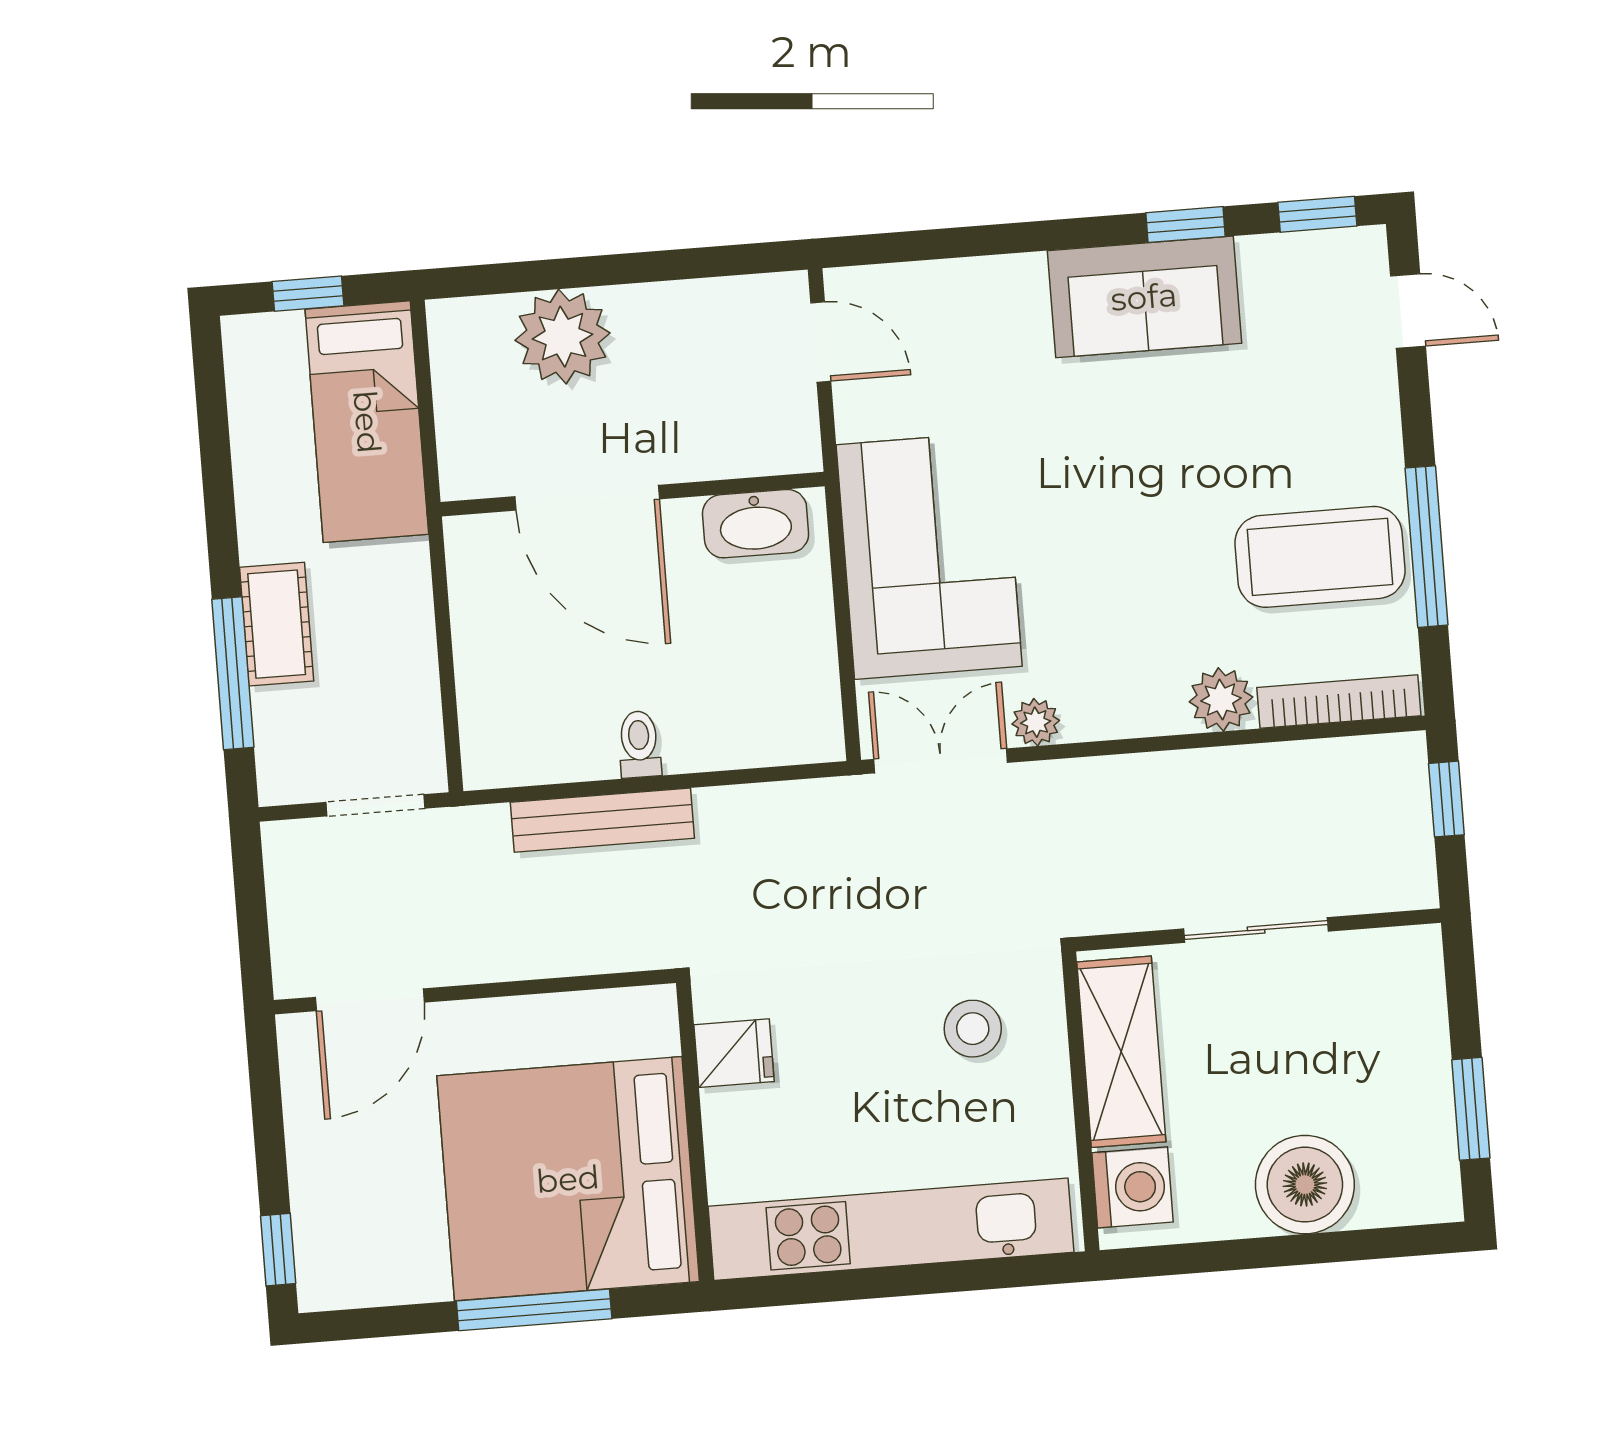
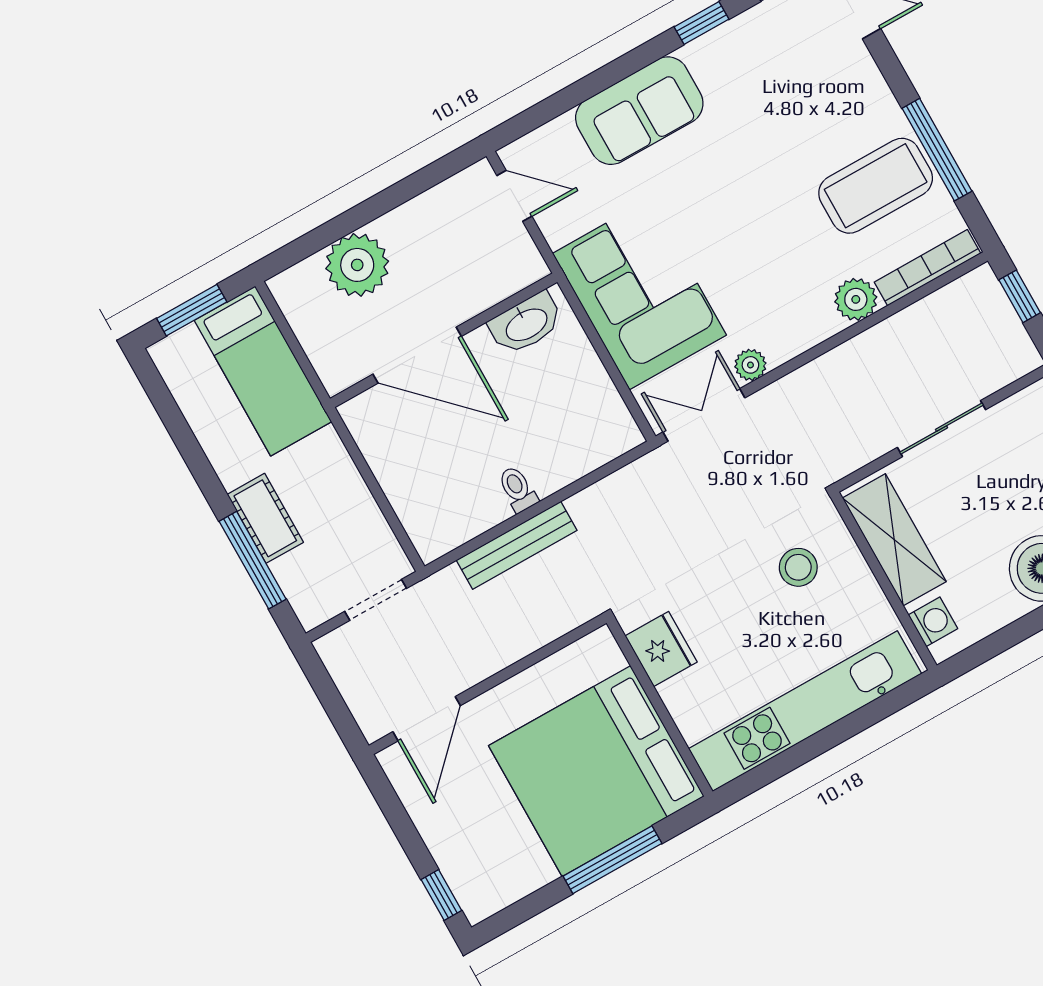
window: (308, 294) -> (192, 310), width x1.50
sofa: (1144, 297) -> (639, 111), moved
fridge: (734, 1053) -> (661, 649), width x1.38
washing machine: (1133, 1187) -> (933, 622), width x0.73, depth x0.73

